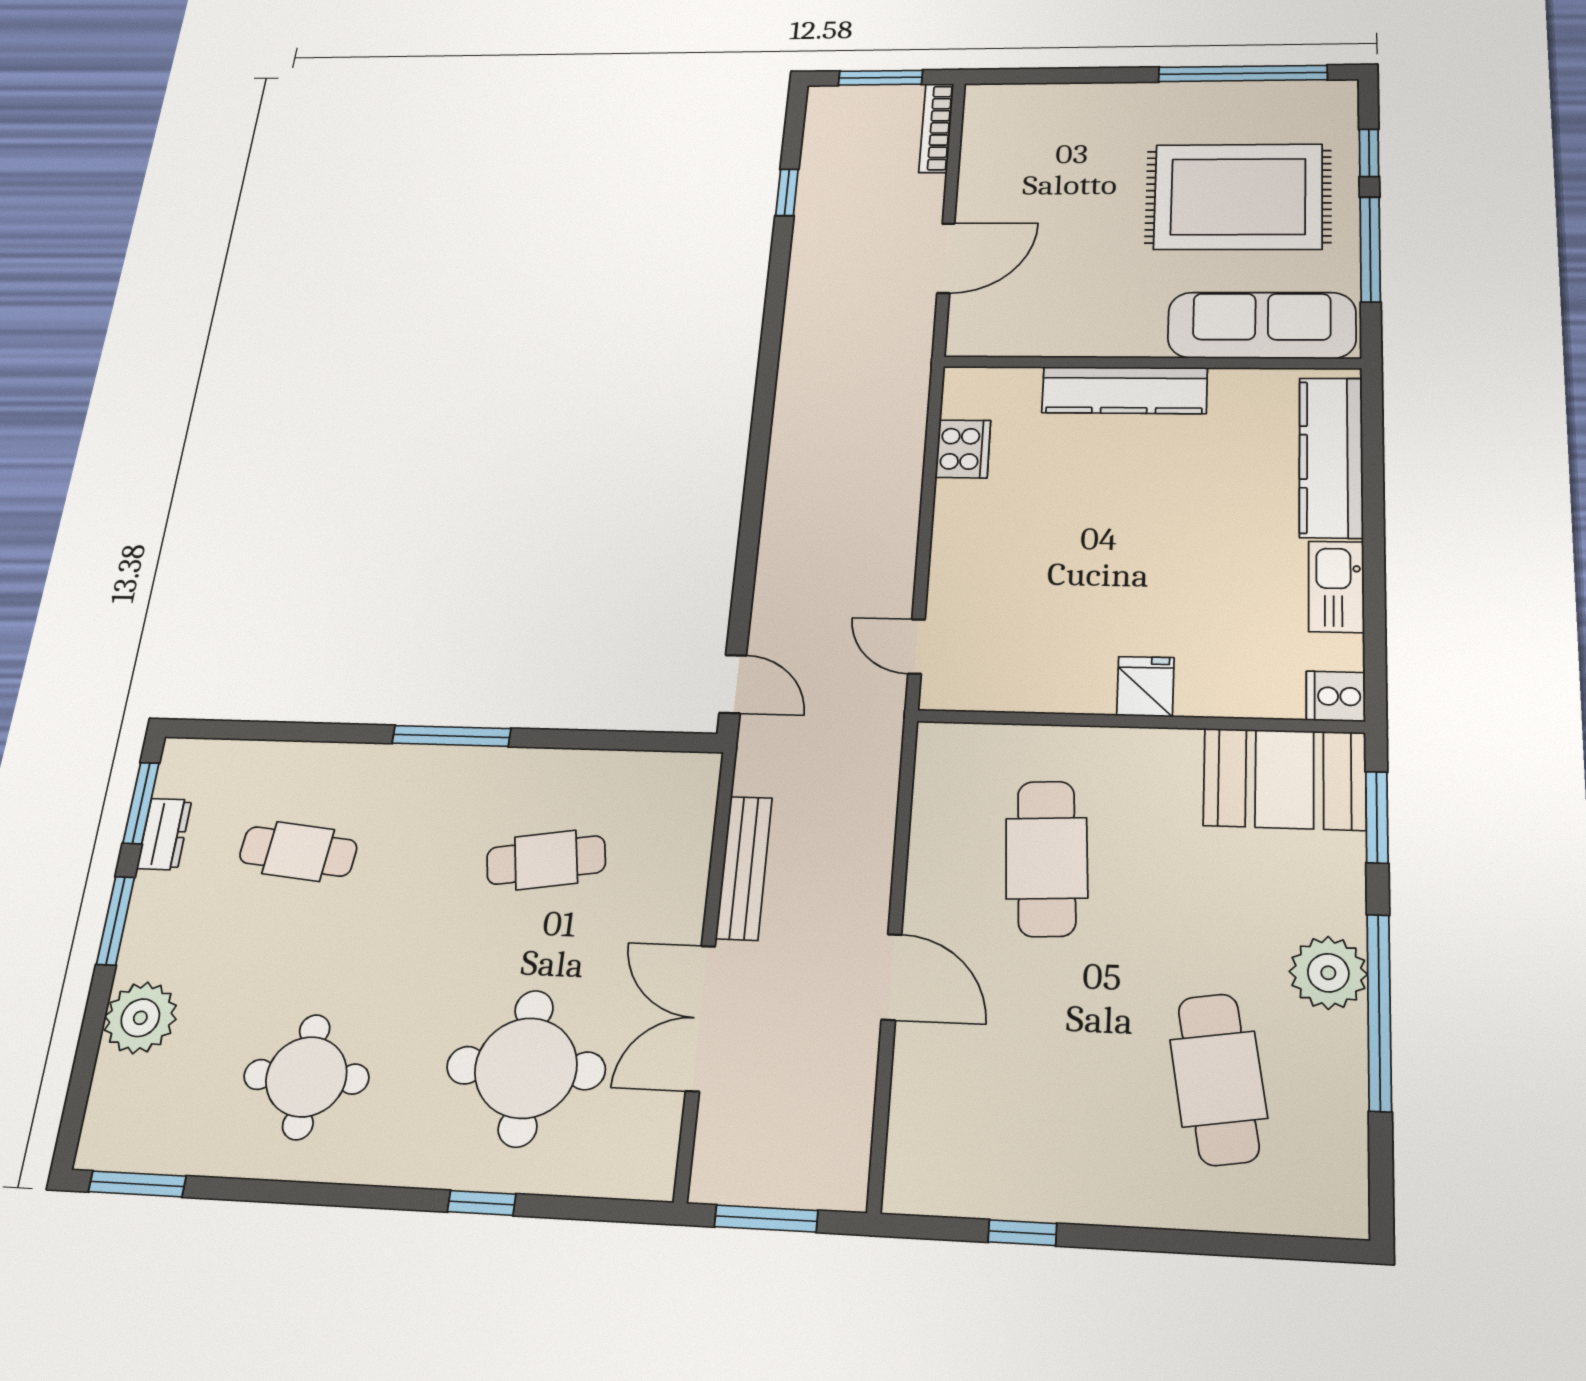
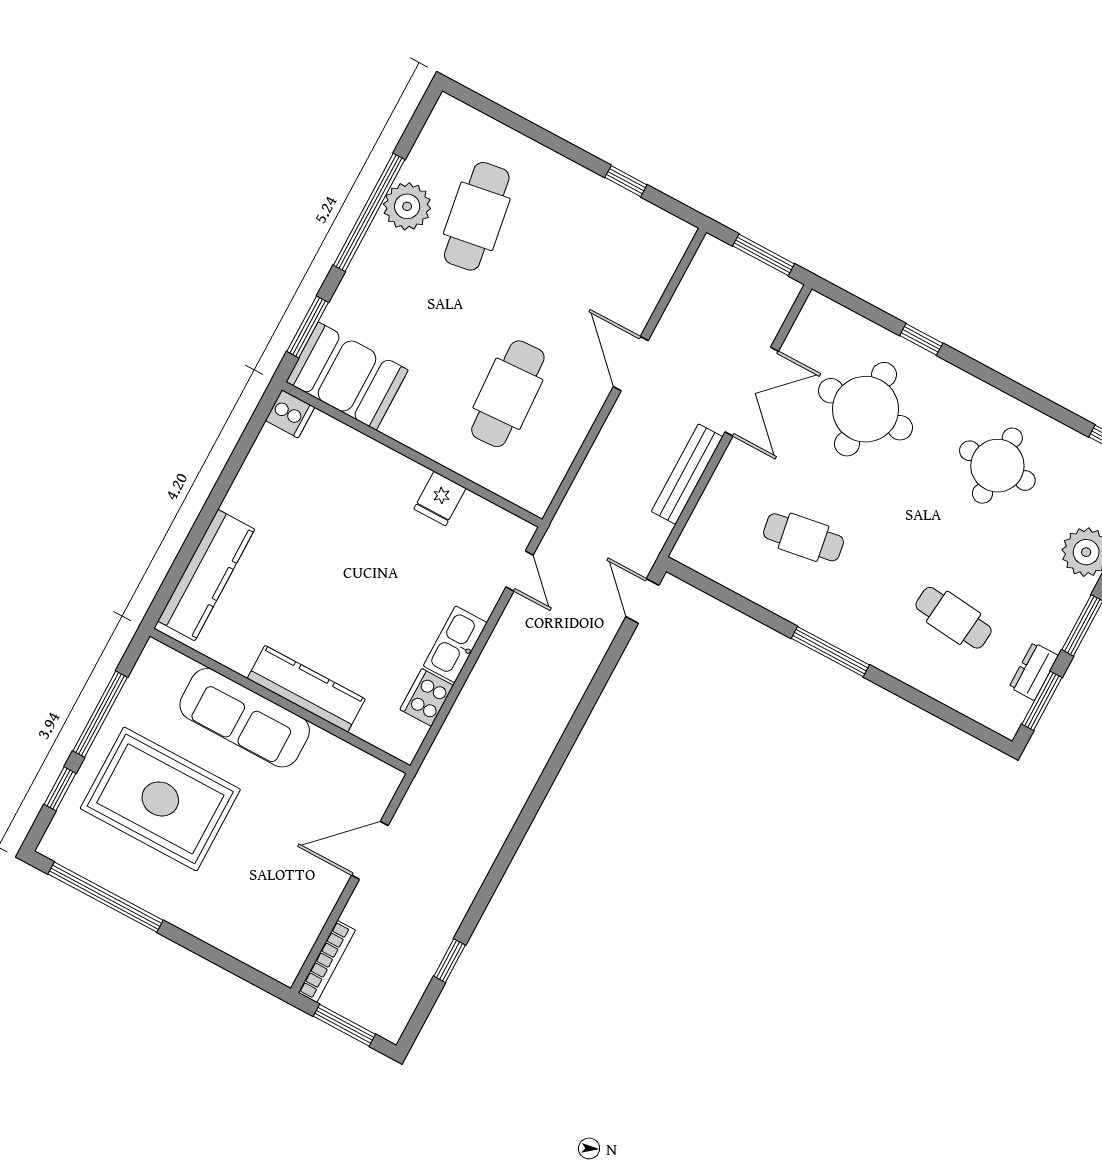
sofa: (1262, 325) -> (245, 718), moved
kitchen sink: (1336, 587) -> (455, 644), moved, turned 180
fridge: (1145, 686) -> (440, 499), moved
plant: (1328, 973) -> (407, 206), moved

